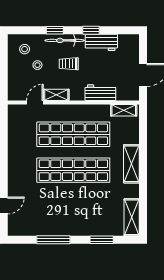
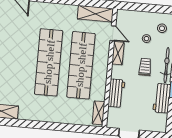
shelving: (131, 164) -> (95, 14), moved

